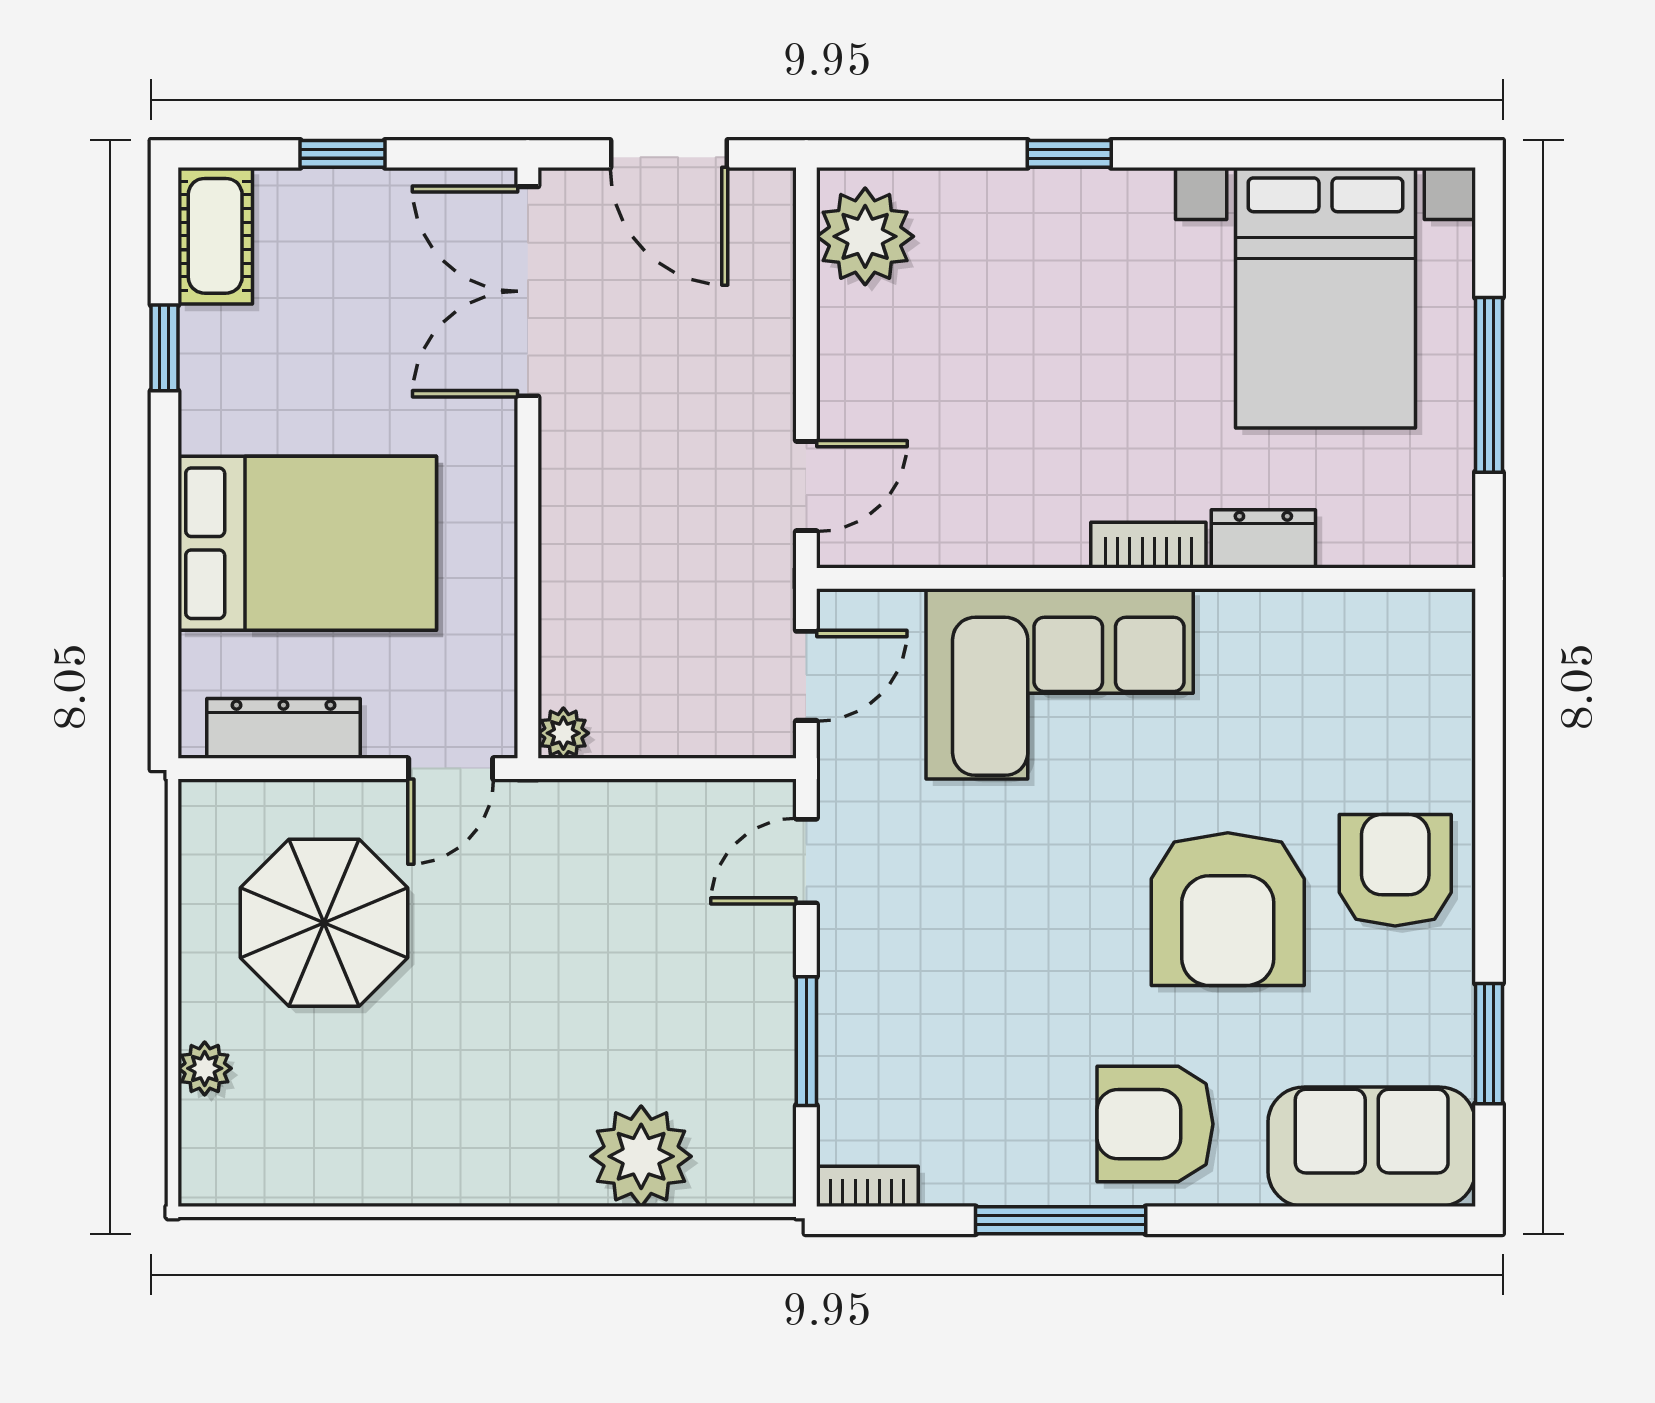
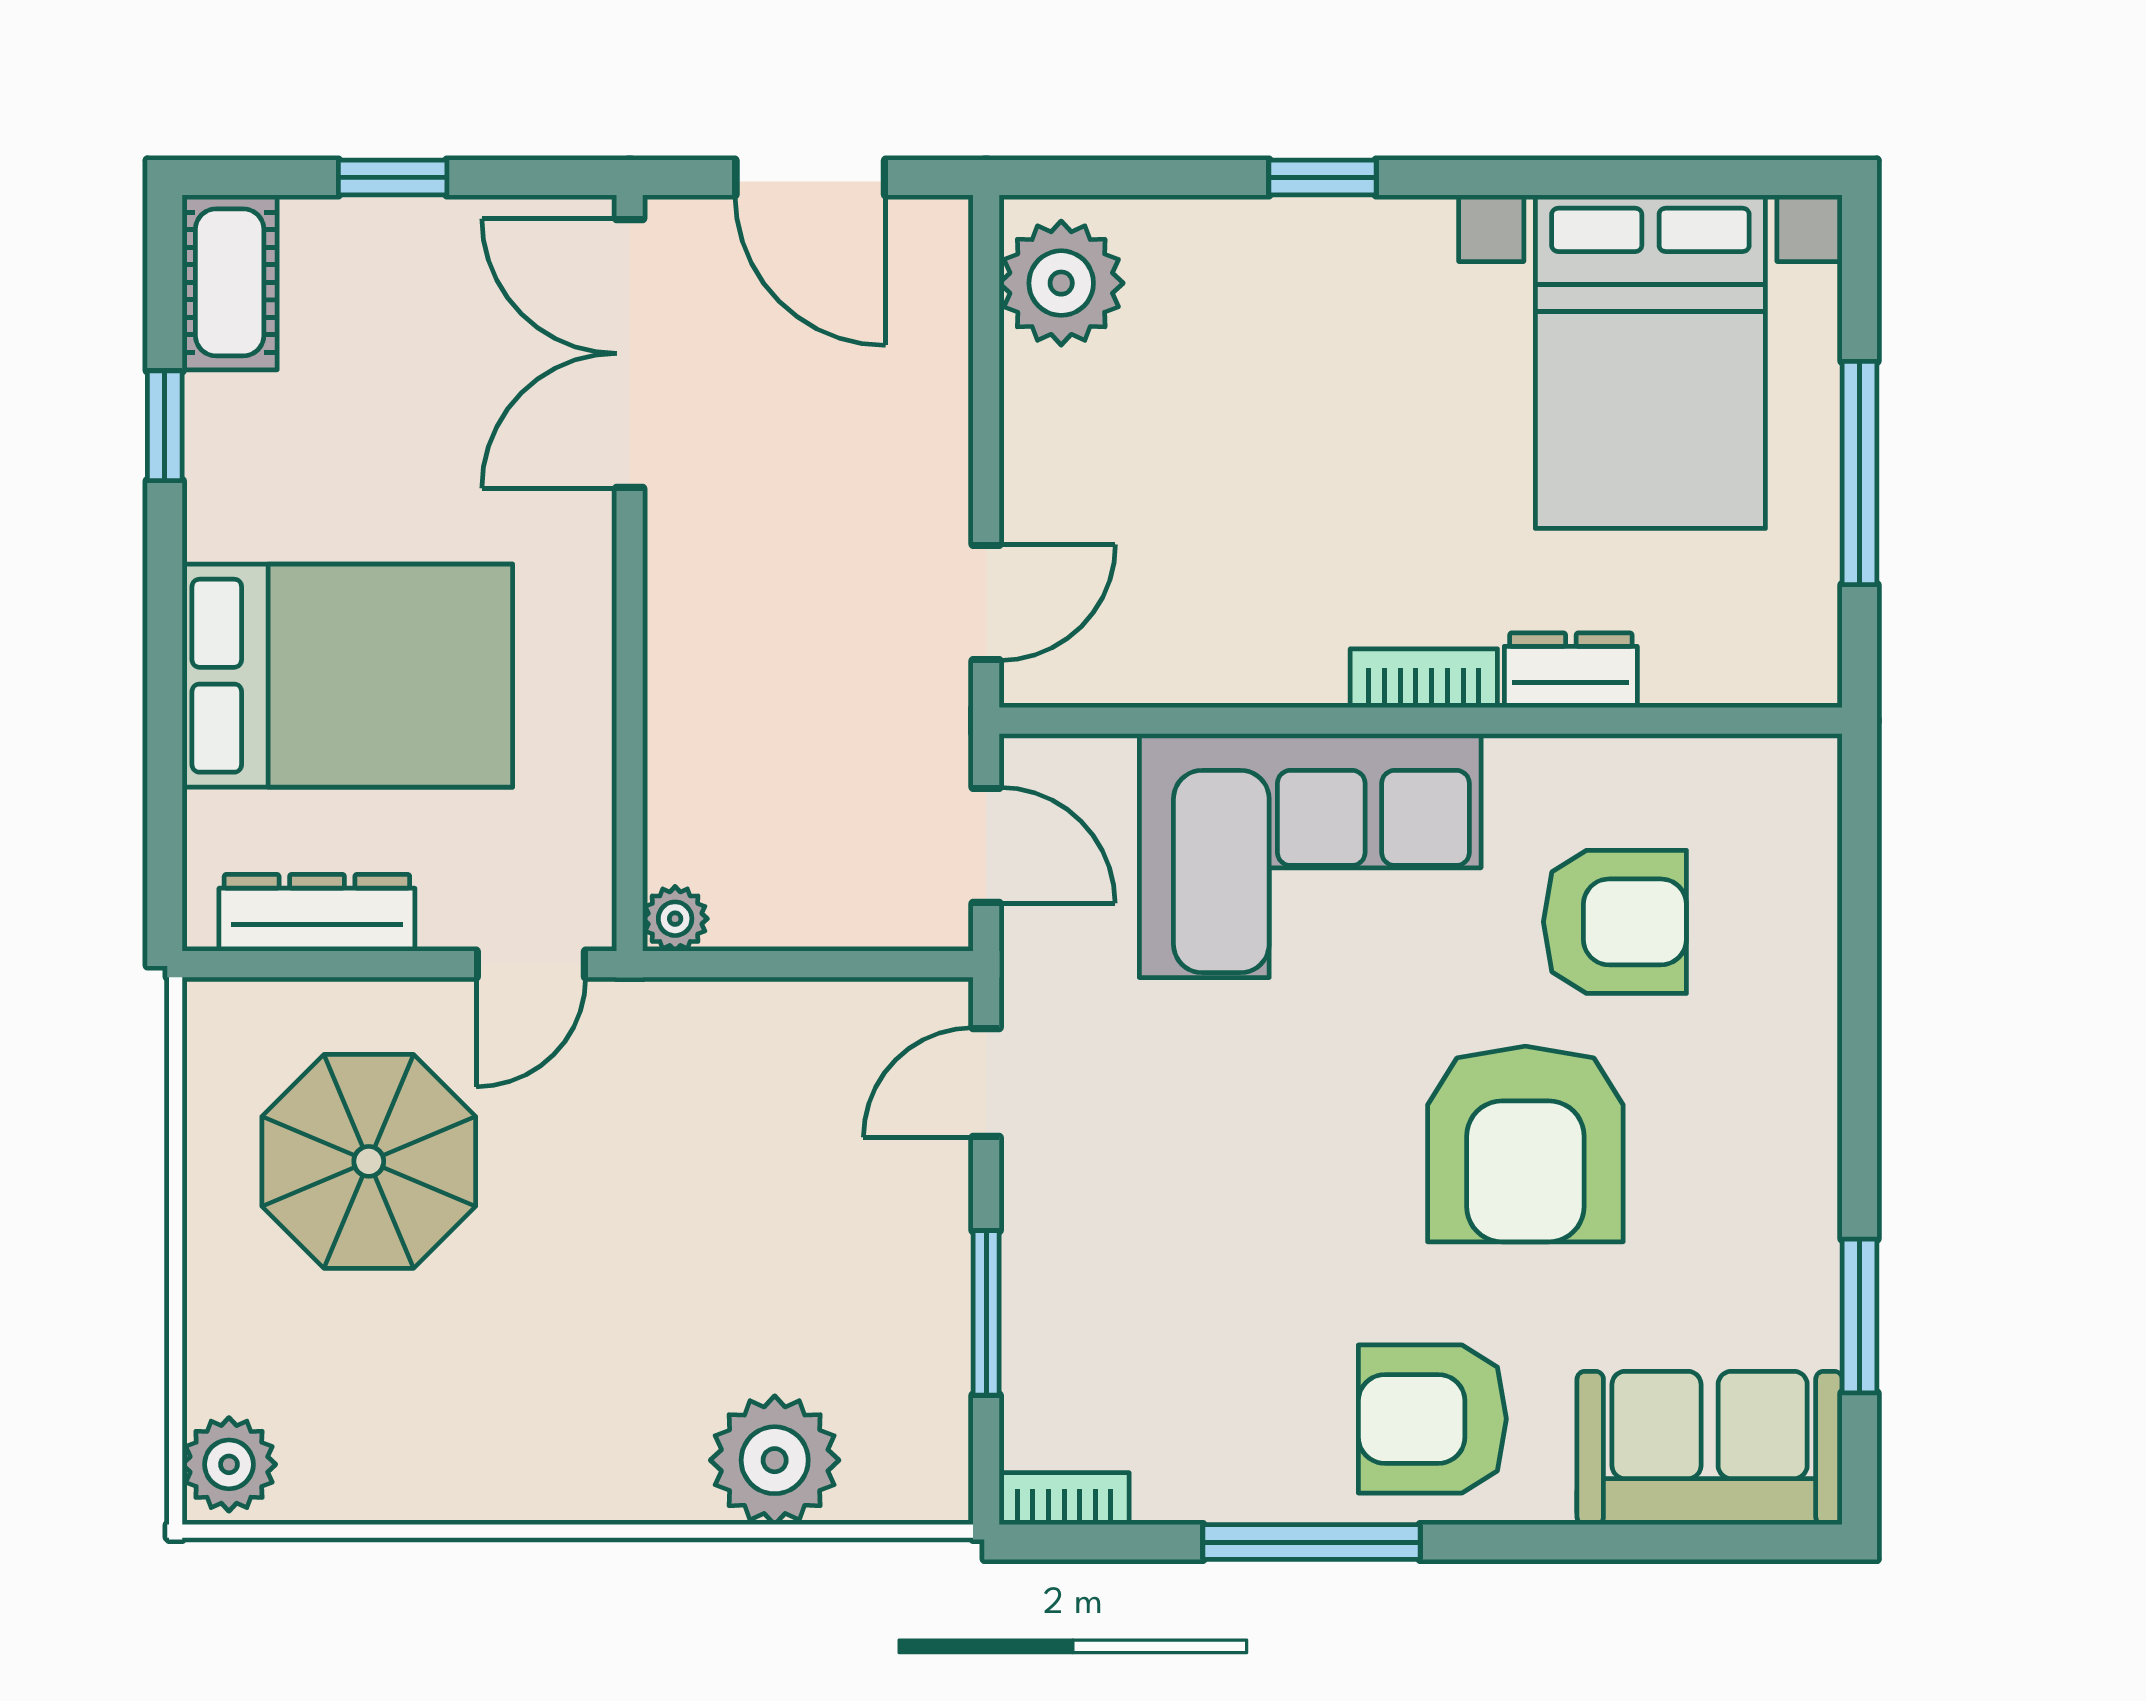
door: (806, 676) -> (986, 845), hinge flipped
armchair: (1395, 870) -> (1615, 922), moved, turned 90
plant: (205, 1068) -> (229, 1464), moved, width x1.38, depth x1.38

